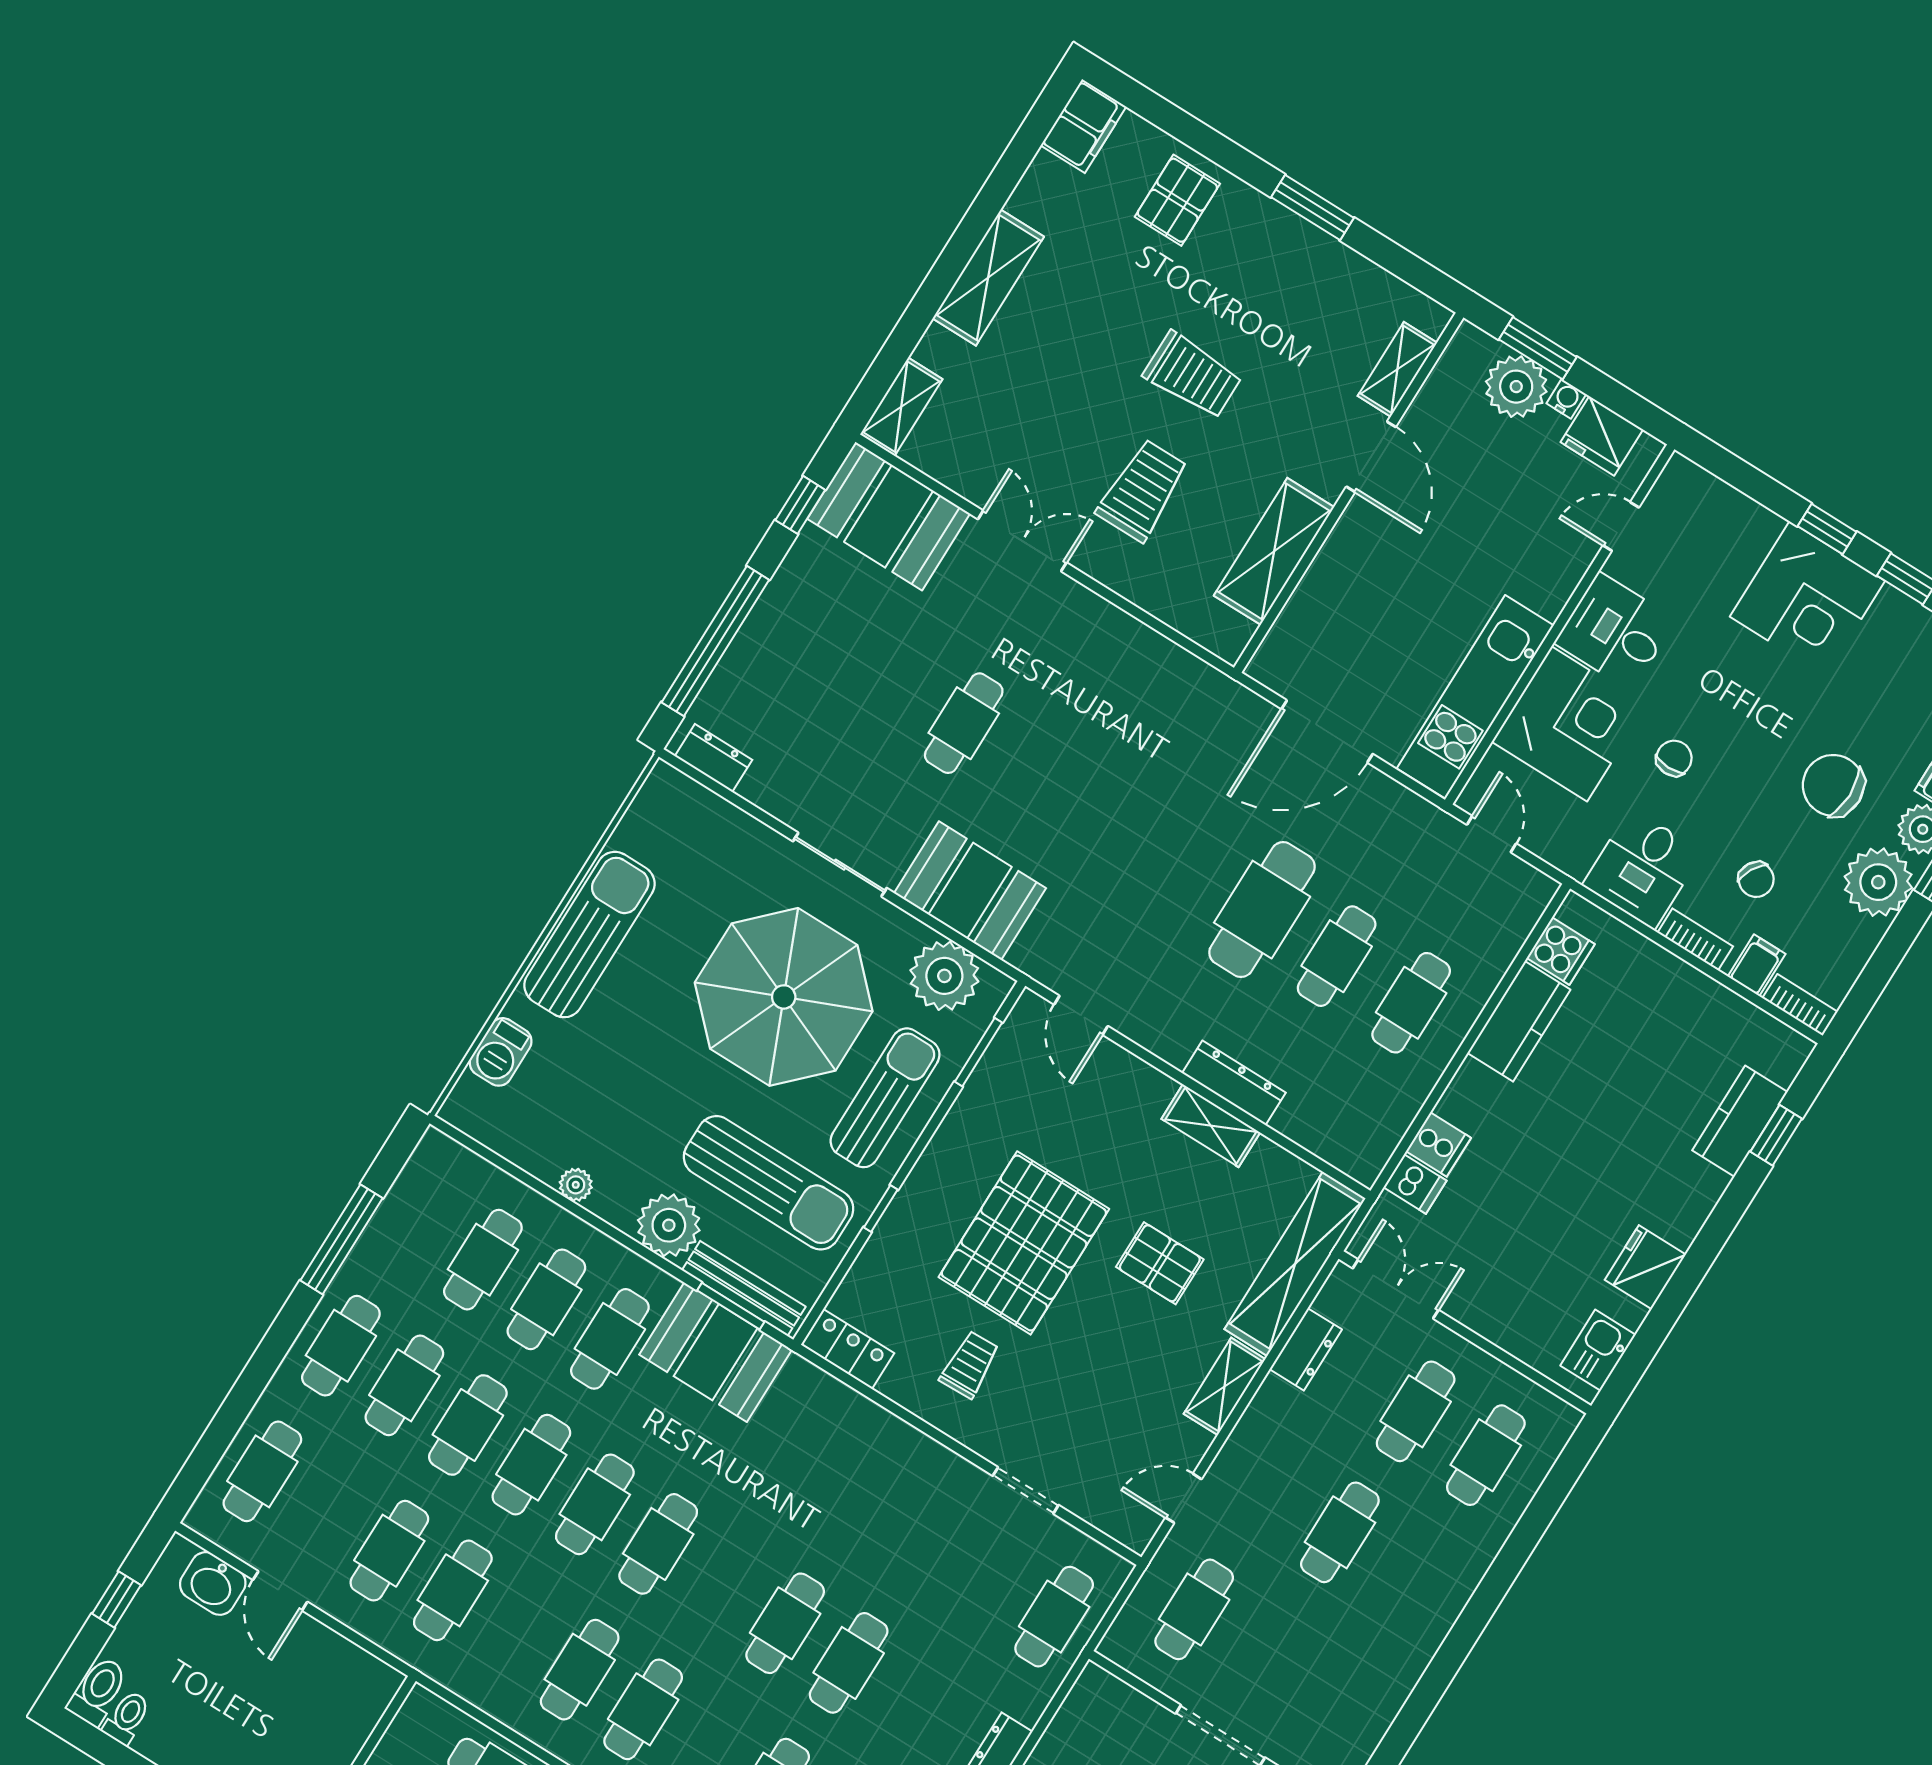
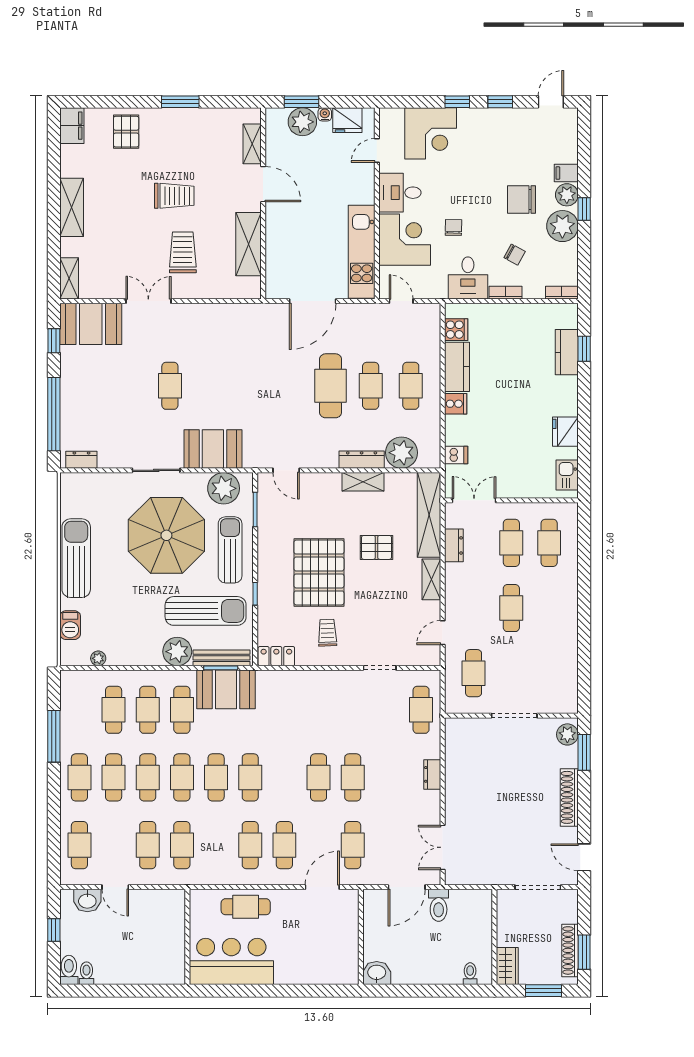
corner desk: (1807, 599) -> (431, 133), moved
filing cabinet: (1757, 965) -> (535, 288), removed
plant: (1316, 1116) -> (401, 453), added
cooker: (1438, 1144) -> (456, 404), moved
plant: (576, 1185) -> (98, 658), moved

